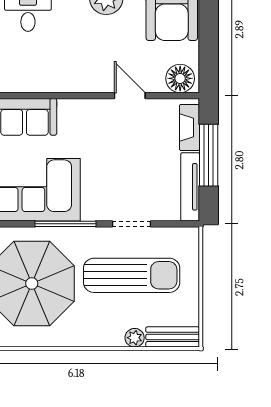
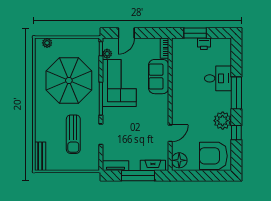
tv unit: (190, 187) -> (116, 166), width x0.71
sun lounger: (132, 275) -> (73, 134), width x0.73, depth x0.75
plant: (135, 338) -> (40, 136), removed

